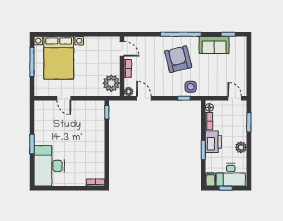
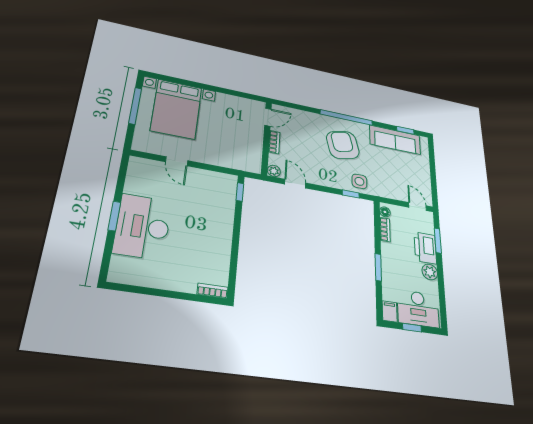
sofa: (214, 45) -> (395, 140), width x1.36
door: (122, 49) -> (268, 117), hinge flipped
plant: (111, 83) -> (250, 155), removed
printer: (213, 142) -> (425, 248), moved, turned 180
desk: (49, 166) -> (143, 227), moved

